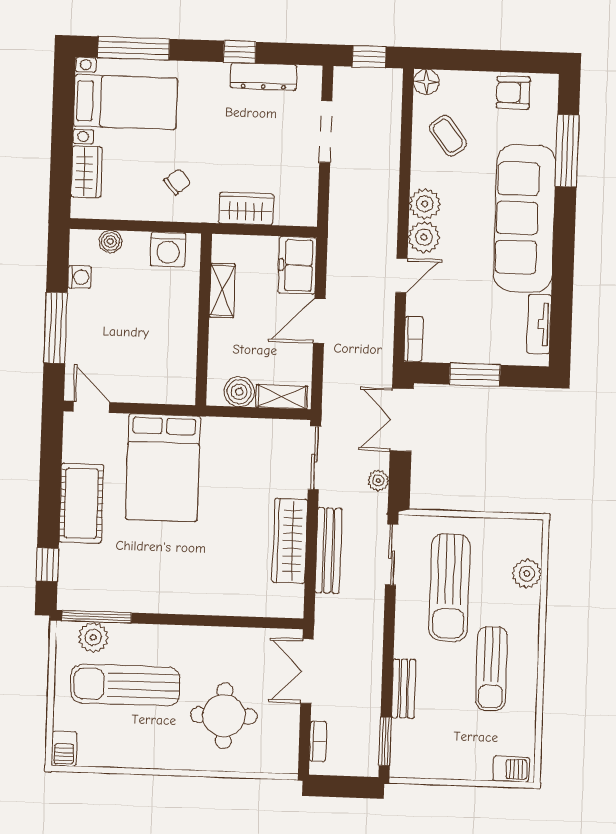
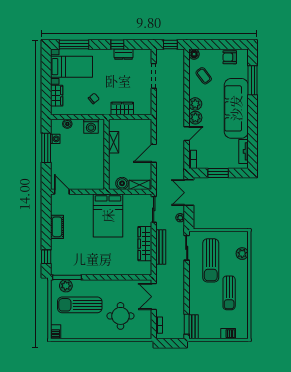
dresser: (264, 76) -> (123, 54), width x0.70
freezer: (297, 265) -> (144, 131), removed
window: (56, 328) -> (46, 148), moved
bed: (163, 468) -> (108, 216), moved
cot: (81, 503) -> (57, 227), width x0.73, depth x0.75
bench: (404, 689) -> (193, 327), moved
barbecue: (511, 769) -> (228, 334), moved

